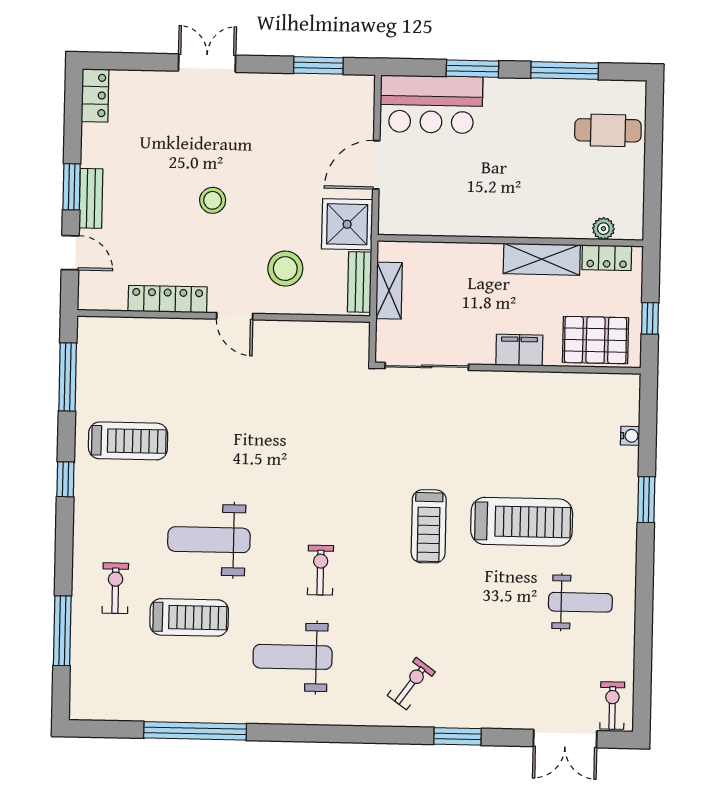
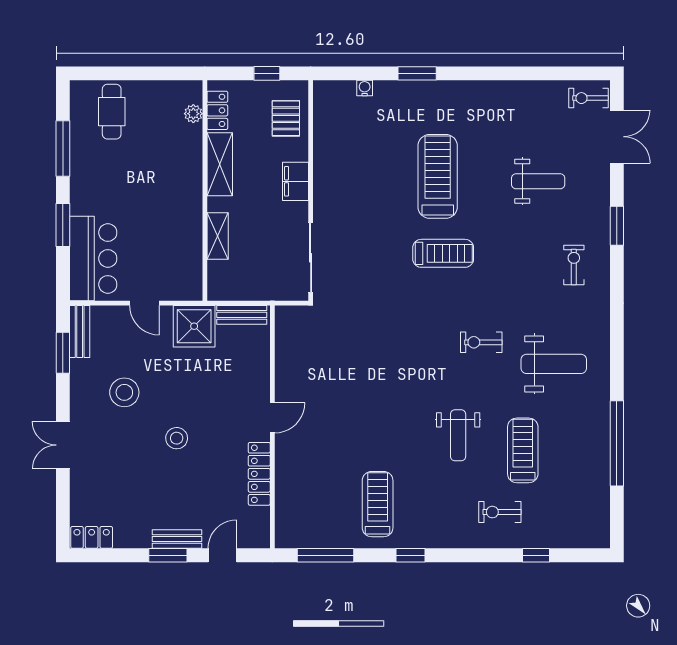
bench: (344, 86) -> (80, 331), added
door: (376, 165) -> (144, 303), width x0.73
stool: (285, 269) -> (124, 392), moved
shelving: (389, 291) -> (218, 236), moved, turned 90
pallet: (595, 340) -> (286, 118), width x0.67, depth x0.71
weight bench: (209, 540) -> (458, 435), width x0.73, depth x0.75
weight bench: (580, 602) -> (538, 181), moved, turned 90
window: (62, 631) -> (536, 555), width x0.46
weight bench: (293, 657) -> (554, 364), turned -90
exercise bike: (411, 684) -> (574, 265), turned 54

